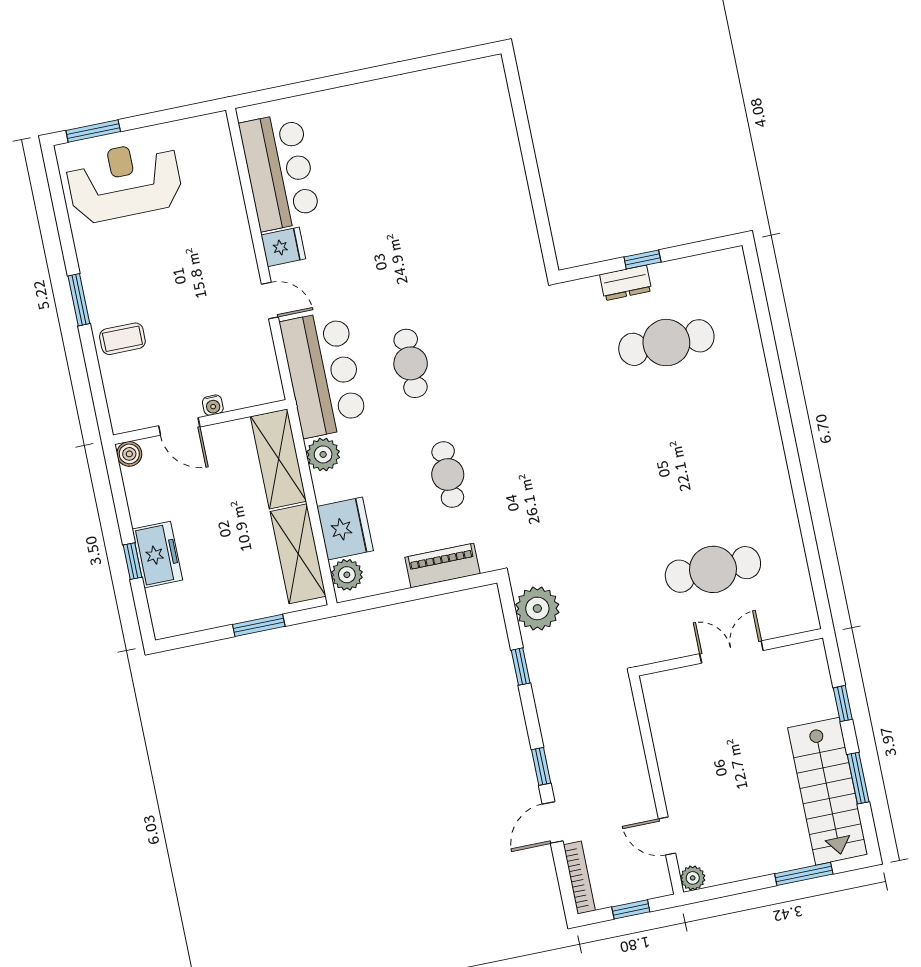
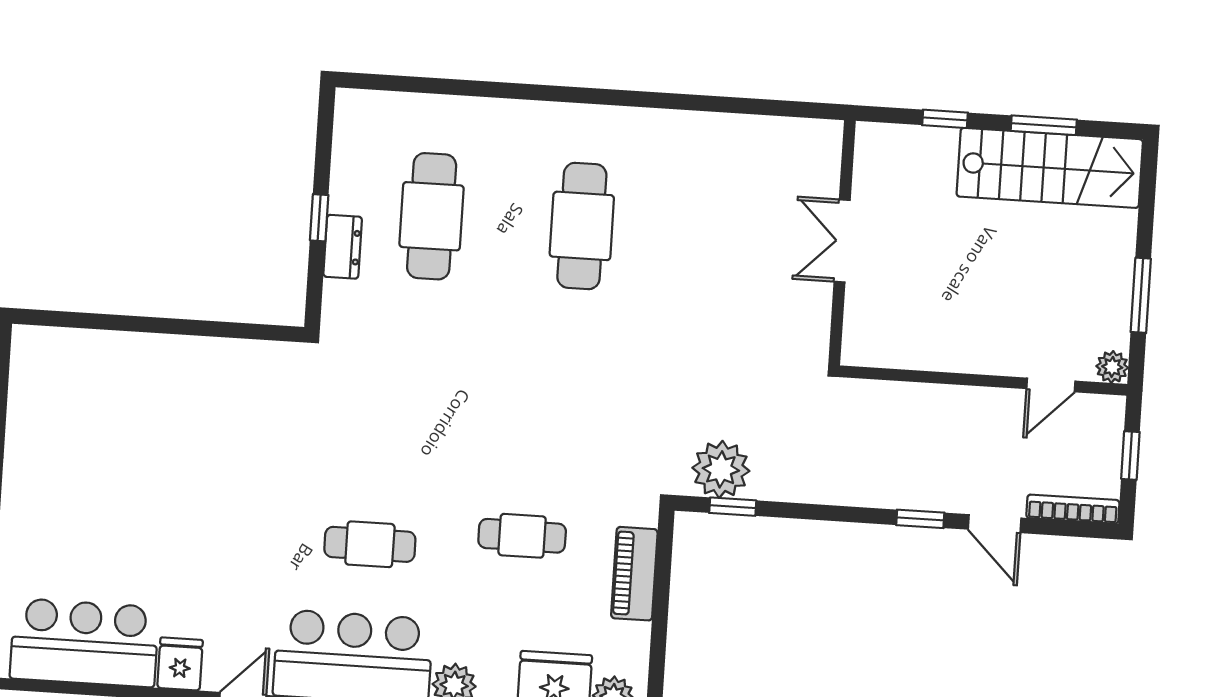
cafe table: (713, 569) -> (582, 226), moved
window: (521, 667) -> (733, 507), moved
window: (804, 874) -> (1141, 295), moved

